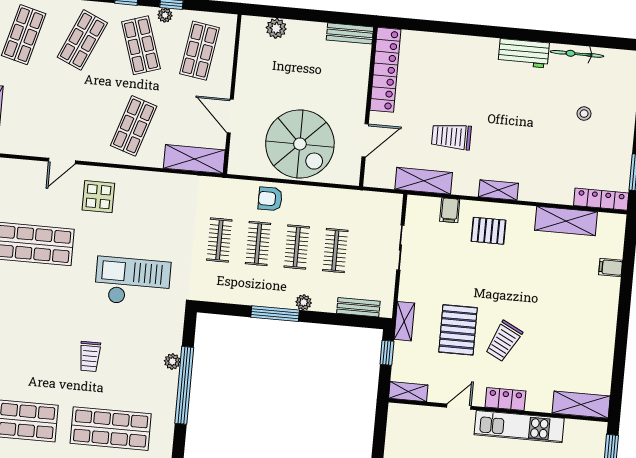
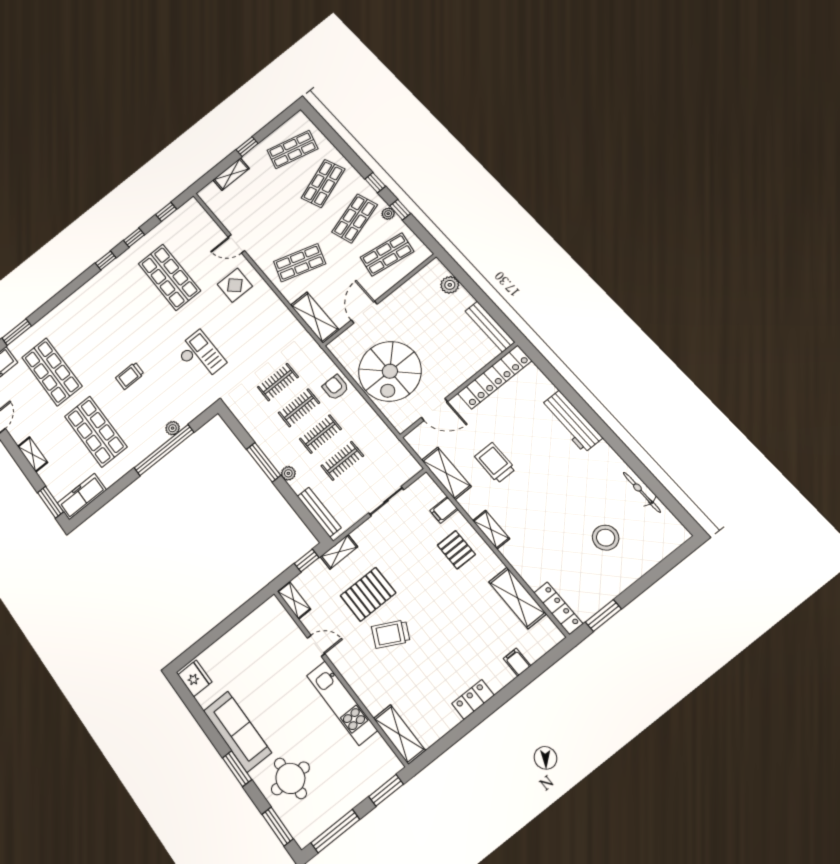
bench: (350, 33) -> (490, 327), width x1.36
shop shelf: (82, 40) -> (323, 183), turned -45
workbench: (524, 53) -> (572, 421), moved, width x1.38
stool: (584, 114) -> (606, 538), width x1.89, depth x1.89
checkout: (132, 282) -> (201, 356), width x0.73, depth x0.83
bench: (358, 307) -> (319, 512), width x1.36
locker: (505, 399) -> (473, 699), moved, turned -90

